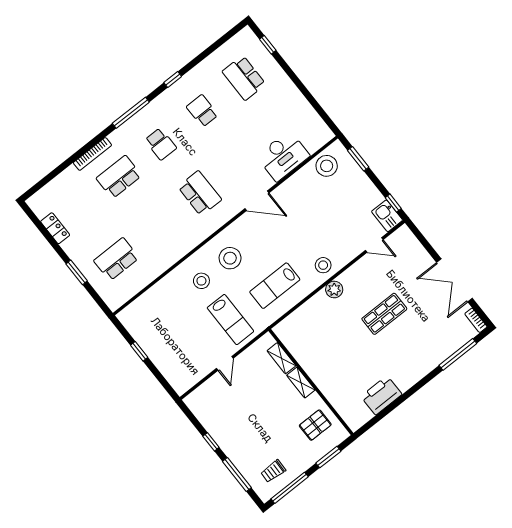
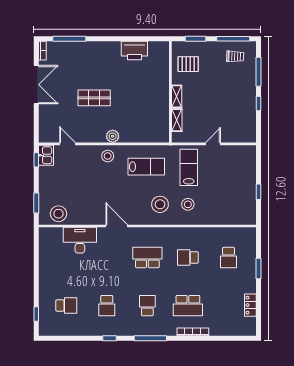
school desk: (244, 78) -> (66, 306), width x0.54
school desk: (200, 193) -> (147, 258), turned 90
school desk: (158, 226) -> (188, 258), added
school desk: (116, 259) -> (228, 258), width x0.54

